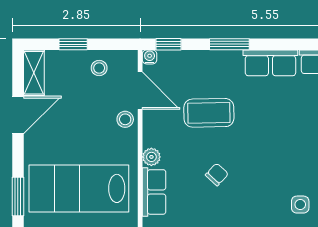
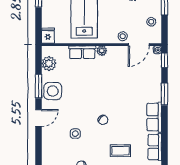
coffee table: (209, 113) -> (126, 83), removed
chair: (217, 175) -> (103, 120), moved

